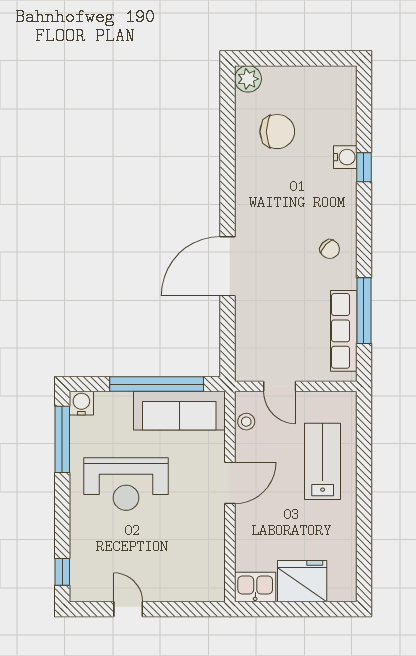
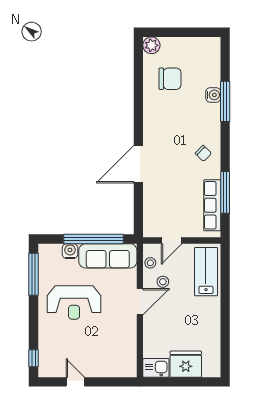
window: (364, 167) -> (225, 101), width x2.17
door: (280, 386) -> (172, 241), hinge flipped
water cooler: (81, 403) -> (70, 251), moved
stool: (266, 451) -> (163, 282), added
lab bench: (323, 461) -> (206, 272), moved

